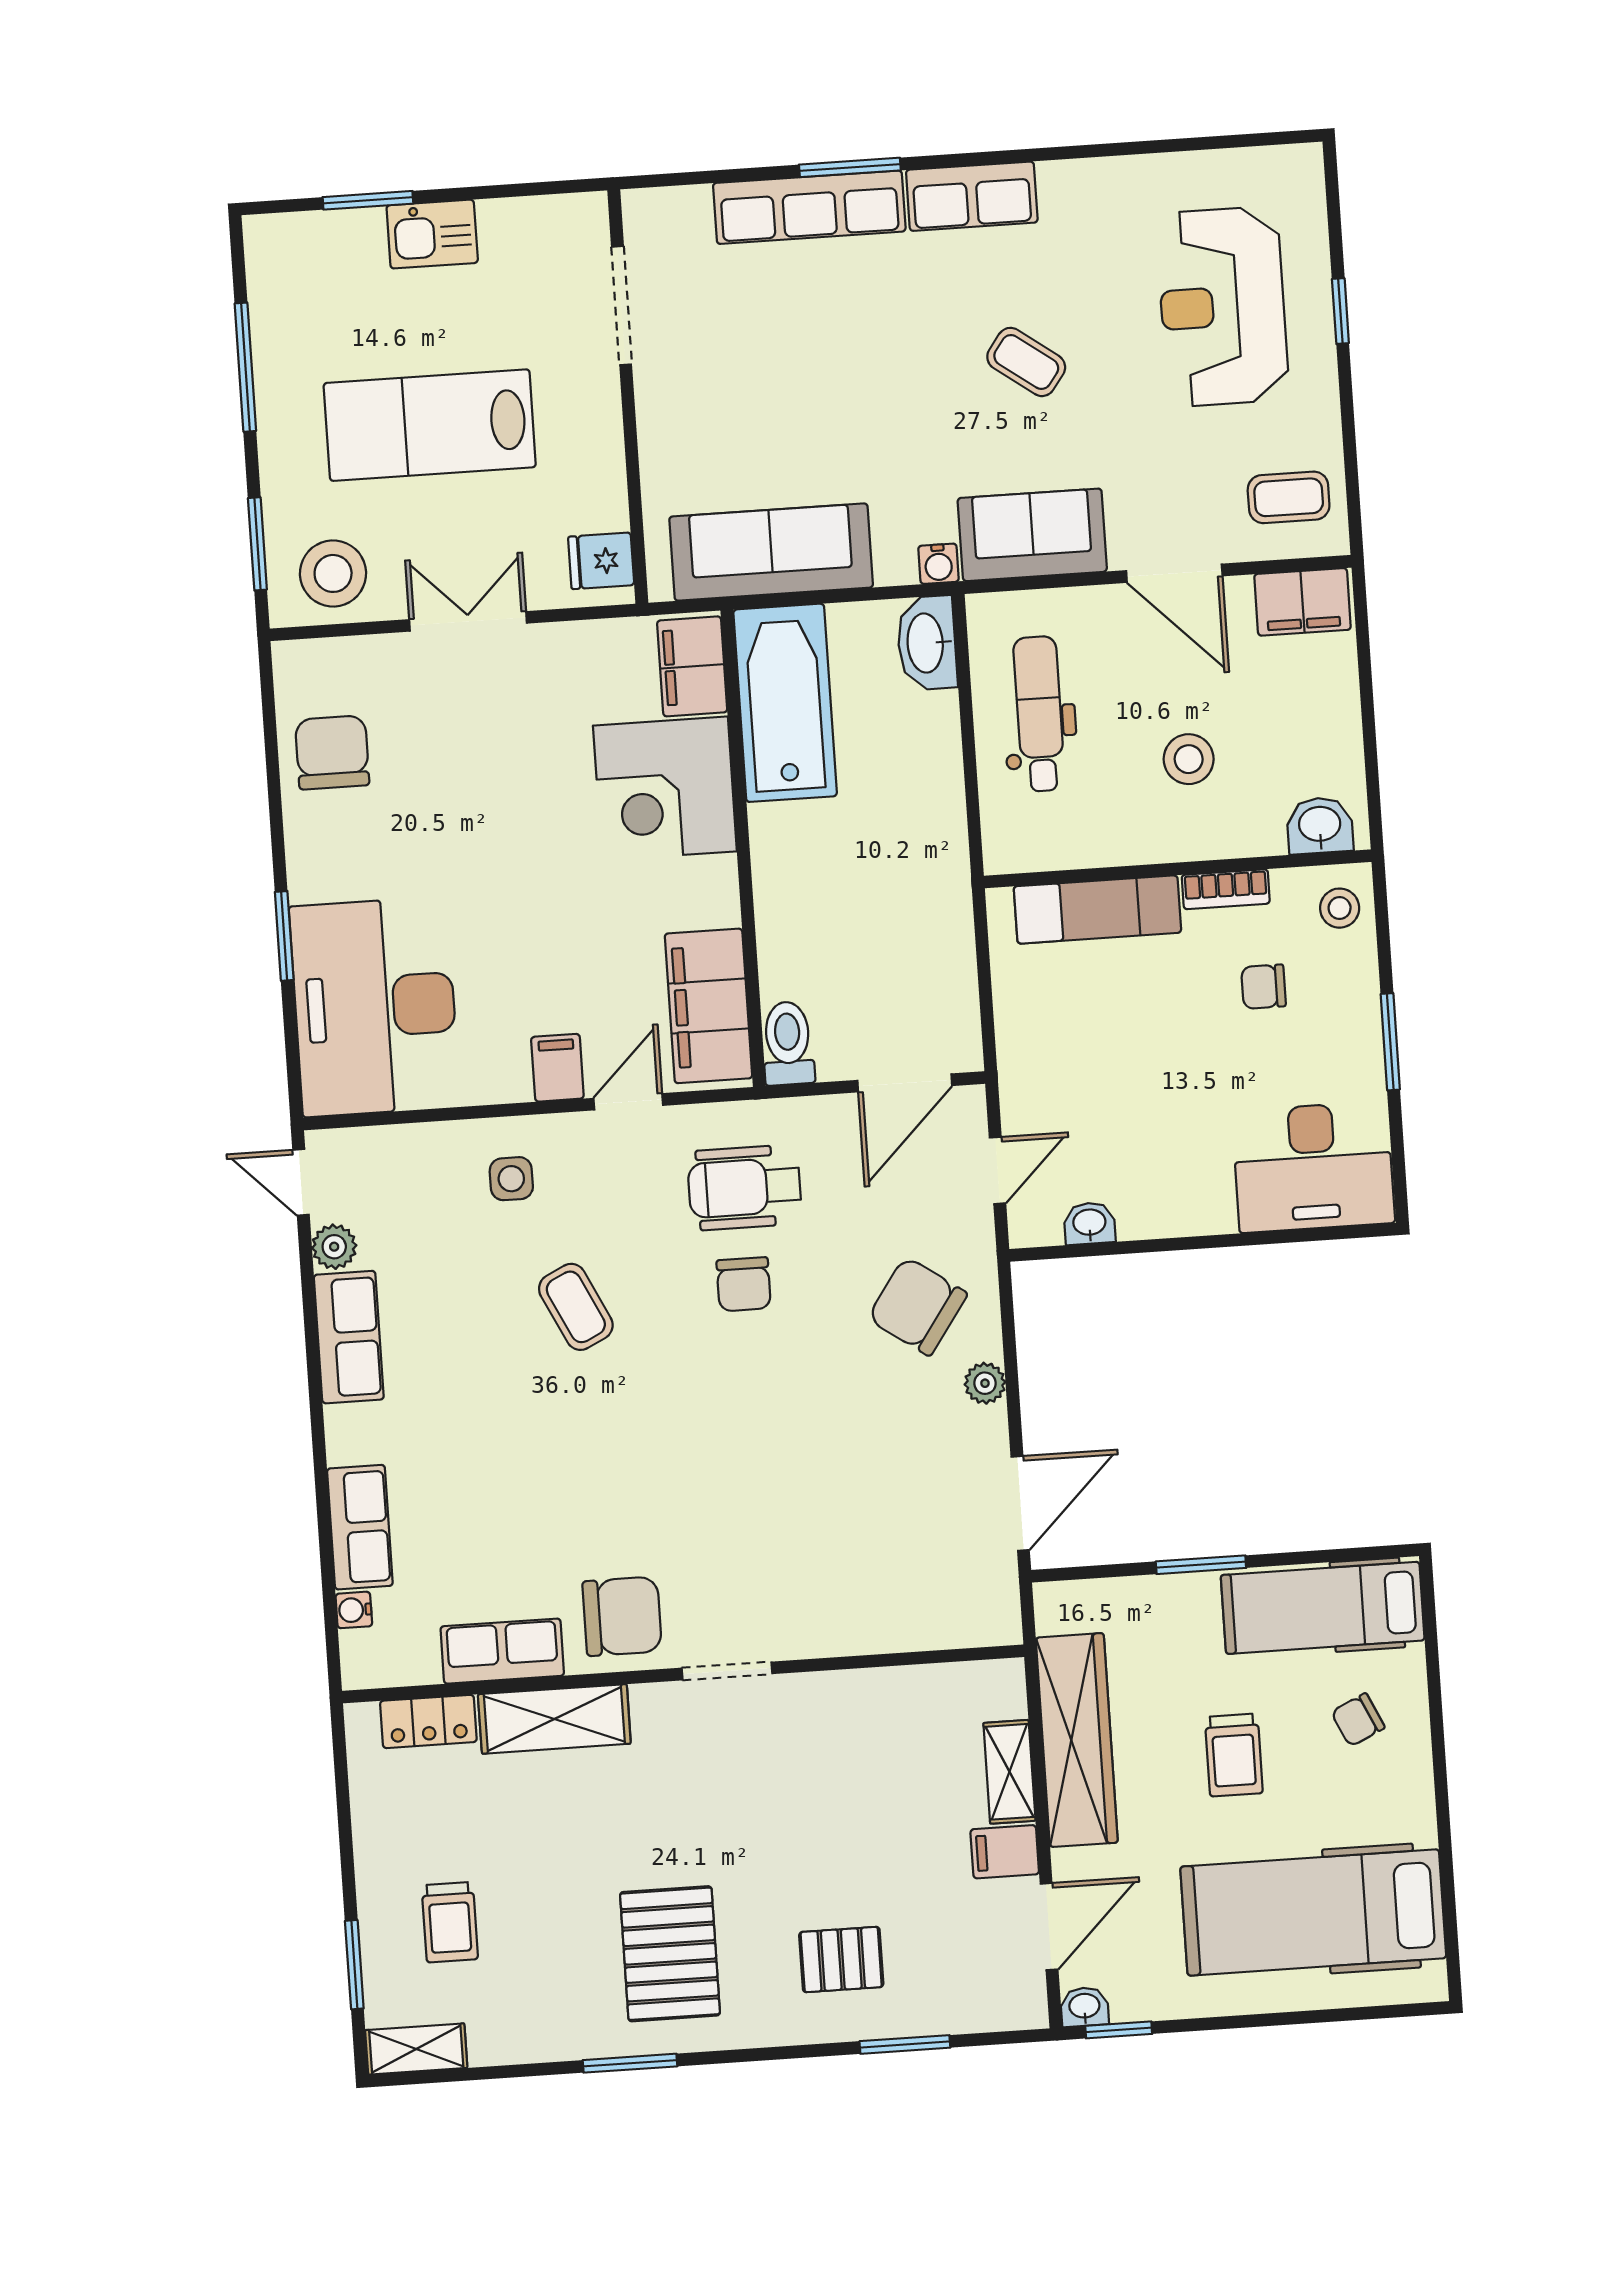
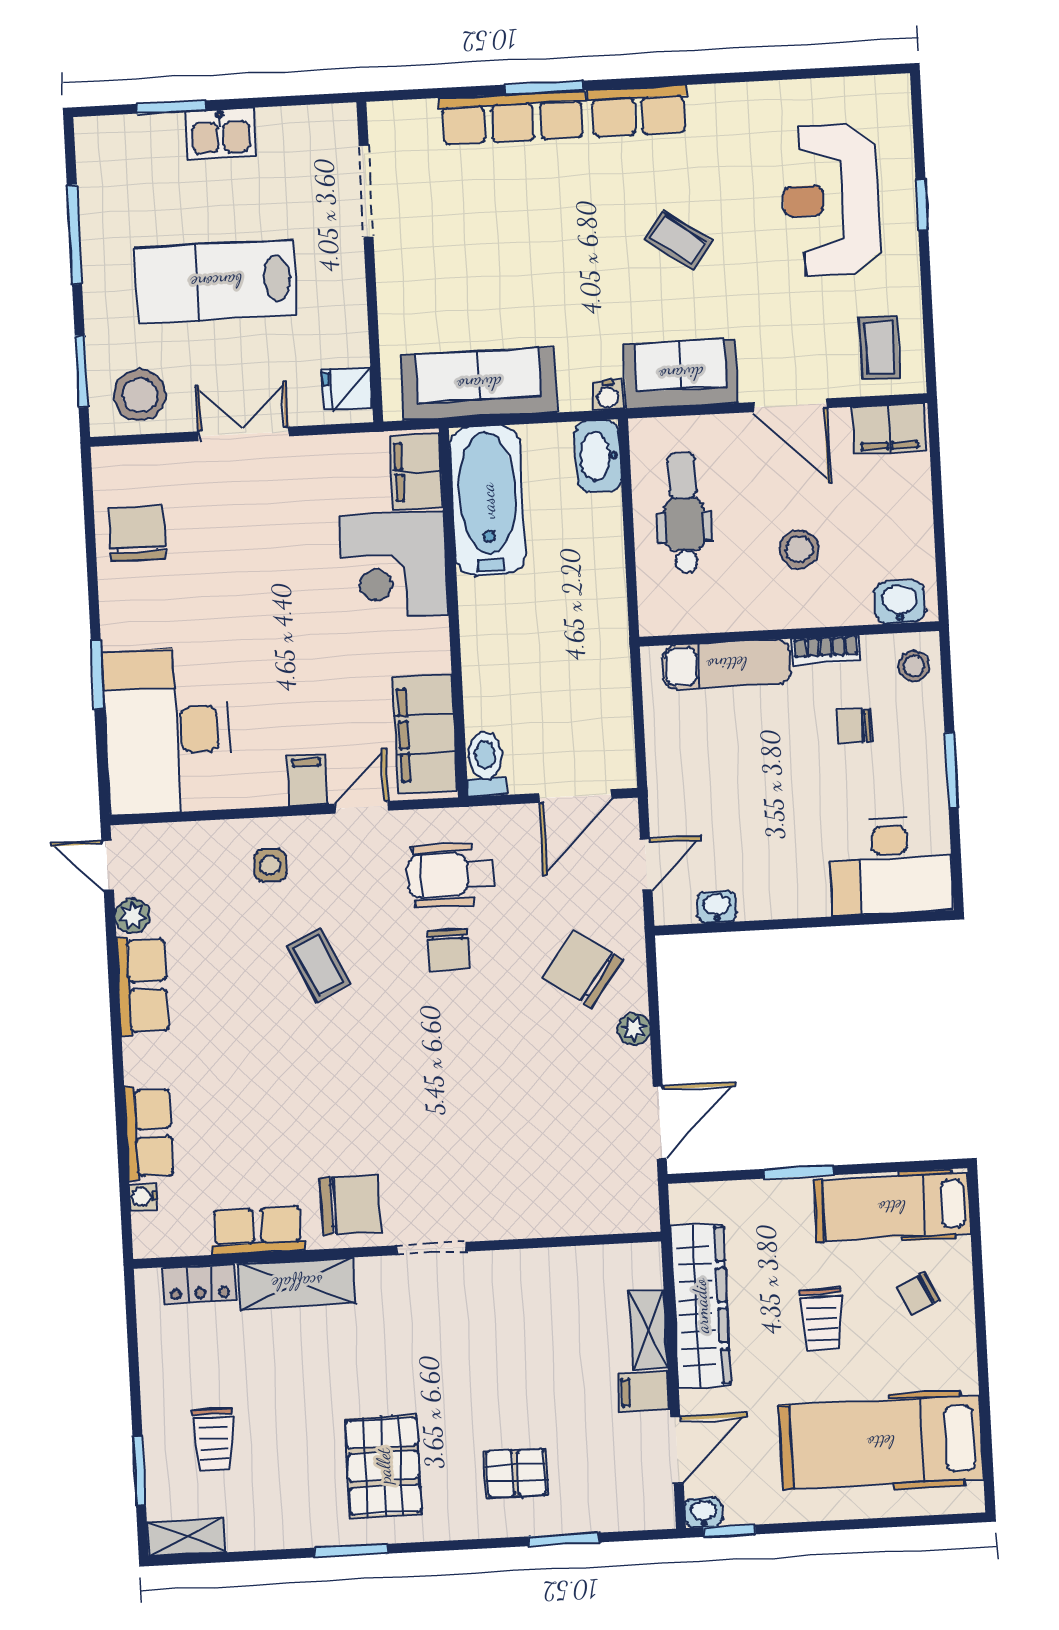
coffee table: (1289, 497) -> (879, 348), turned 90

